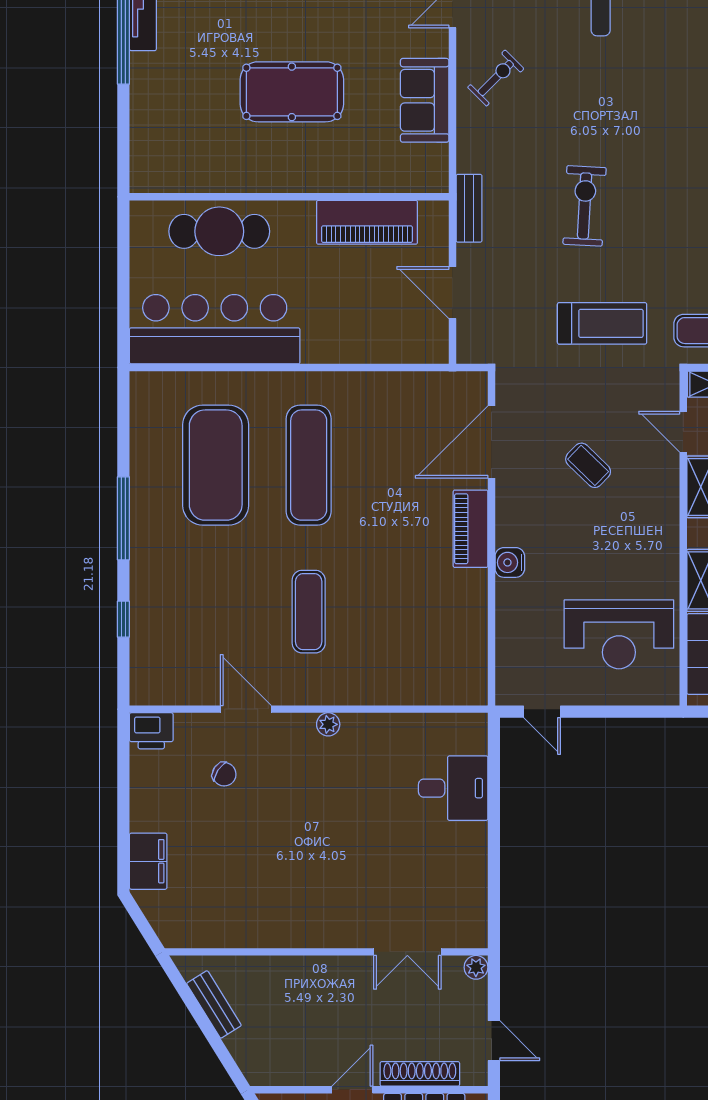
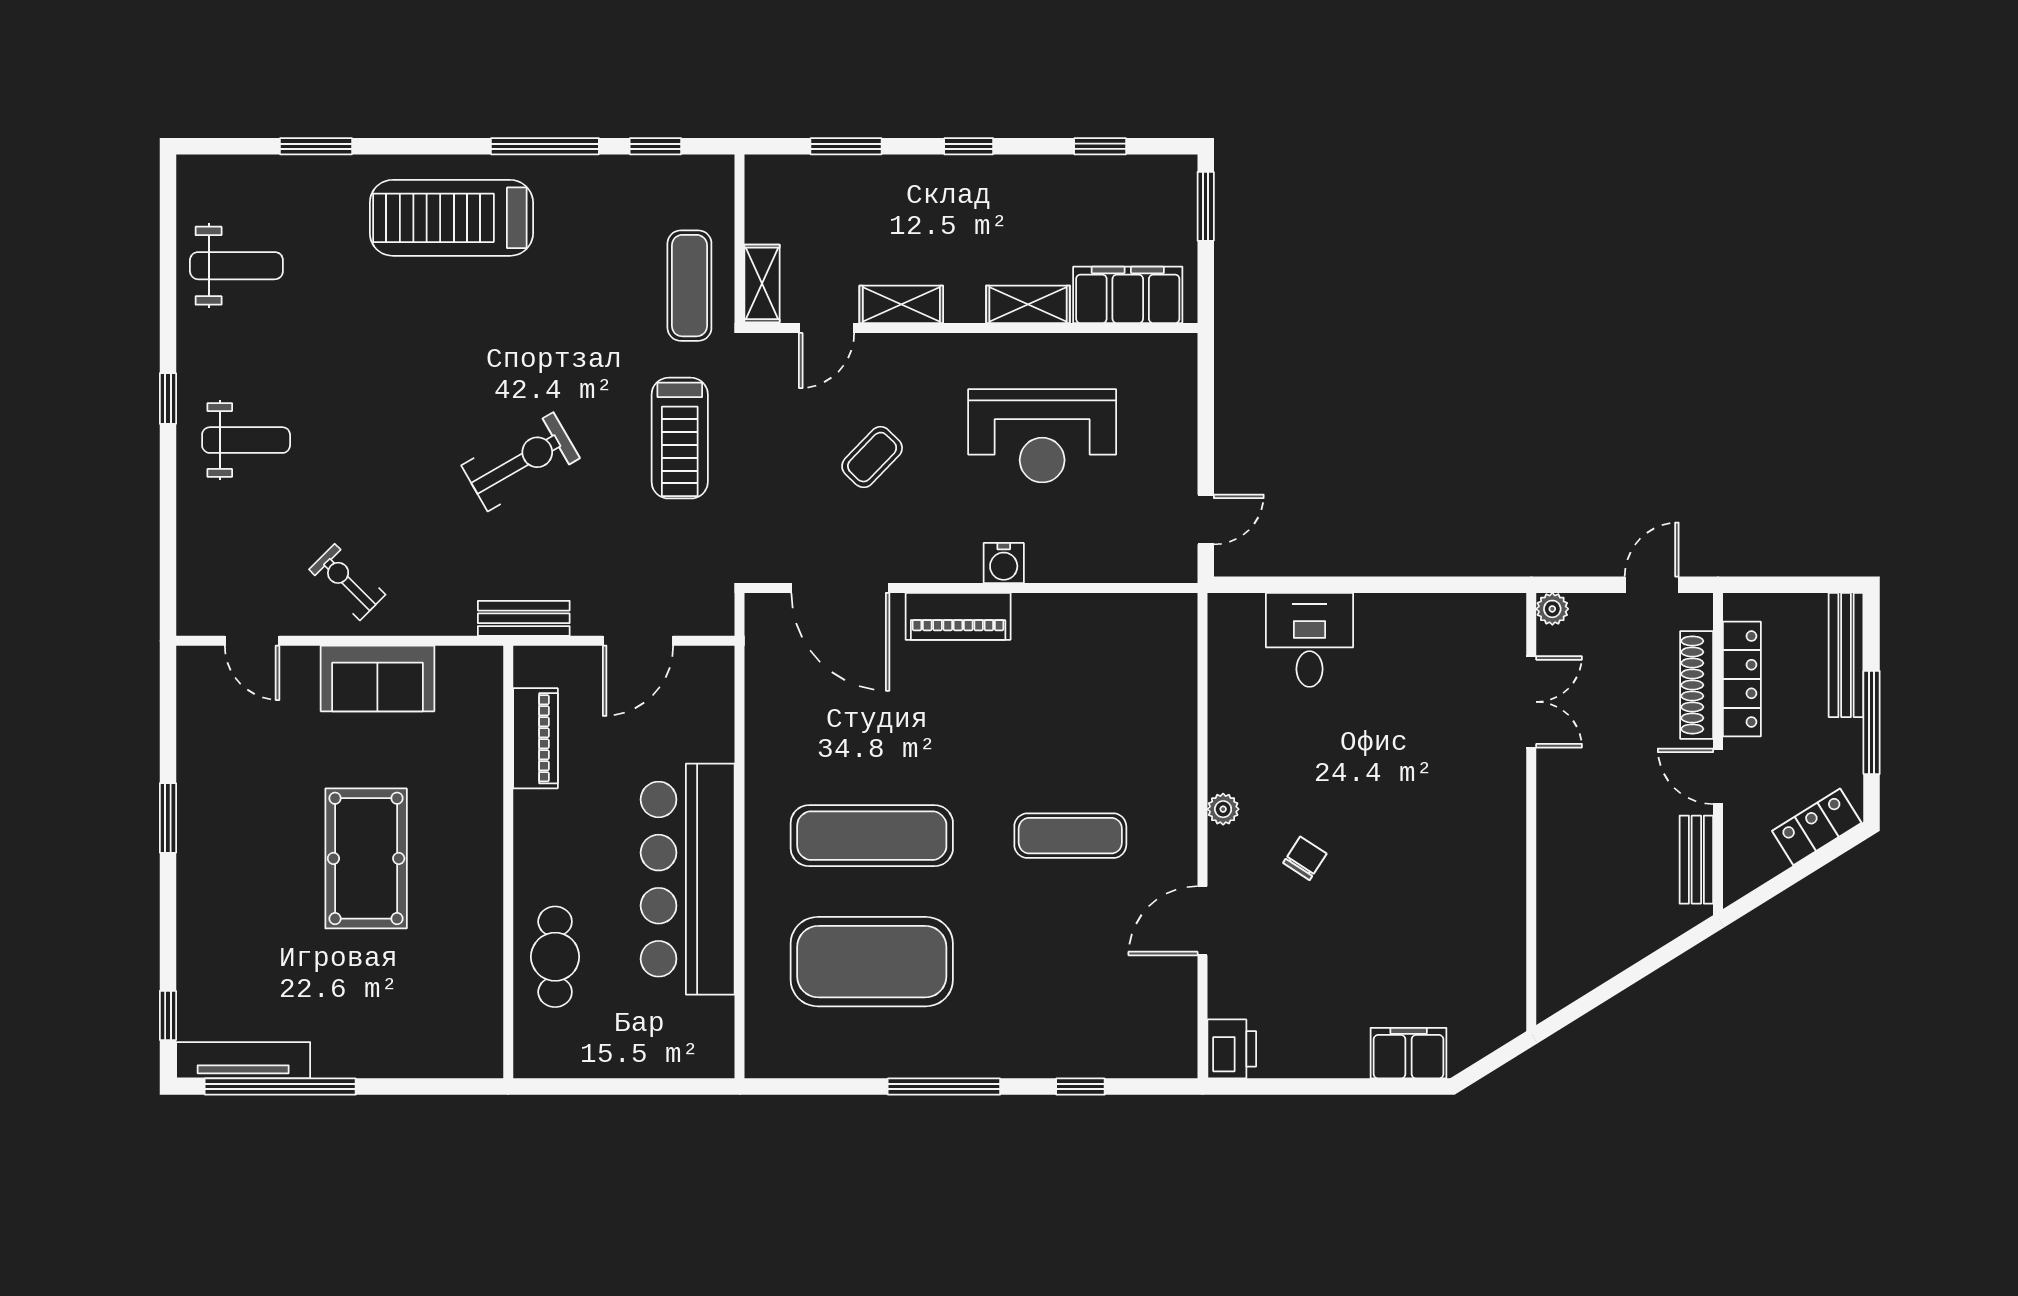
exercise bike: (585, 206) -> (521, 462), turned 147
piano: (367, 222) -> (535, 738), width x0.73, depth x0.75
cafe table: (219, 231) -> (555, 957), width x0.73, depth x0.74
treadmill: (602, 323) -> (680, 438), turned 180
bar counter: (215, 329) -> (688, 879), moved
reception desk: (619, 634) -> (1042, 436), moved, turned 90
chair: (224, 774) -> (1305, 858), moved
bench: (214, 1004) -> (1696, 860), moved, turned -58

